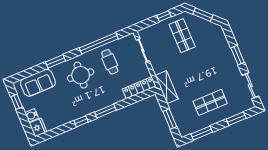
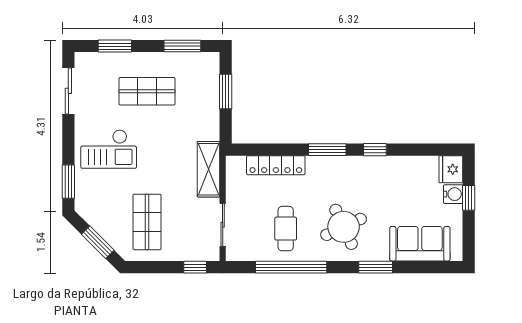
window: (164, 16) -> (195, 267), moved
window: (238, 55) -> (68, 182), moved
checkout: (217, 65) -> (109, 149), added
round table: (81, 75) -> (344, 227), turned -30
shelving: (167, 87) -> (209, 169), moved
locker: (139, 88) -> (276, 165), moved
window: (17, 102) -> (469, 198), moved

